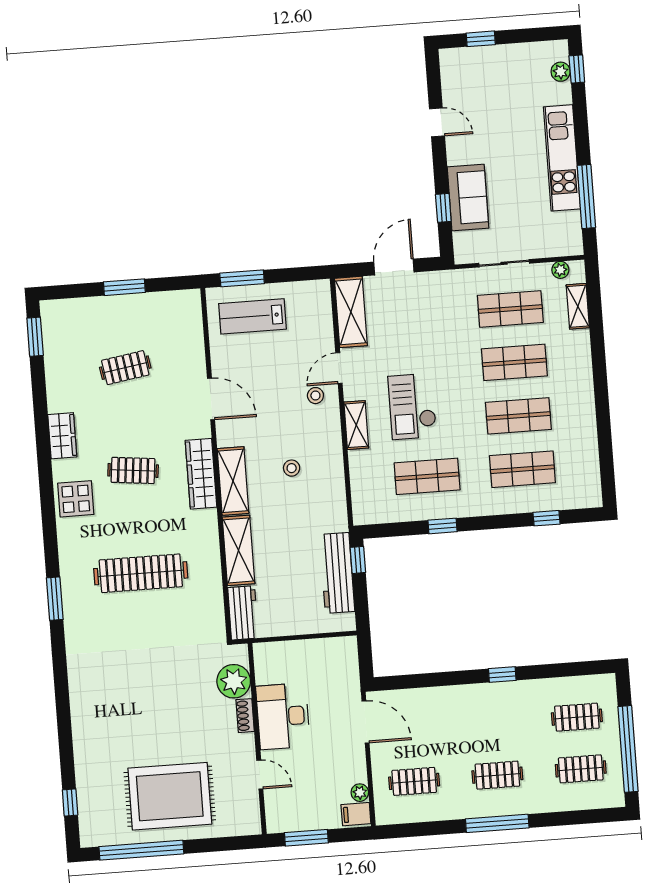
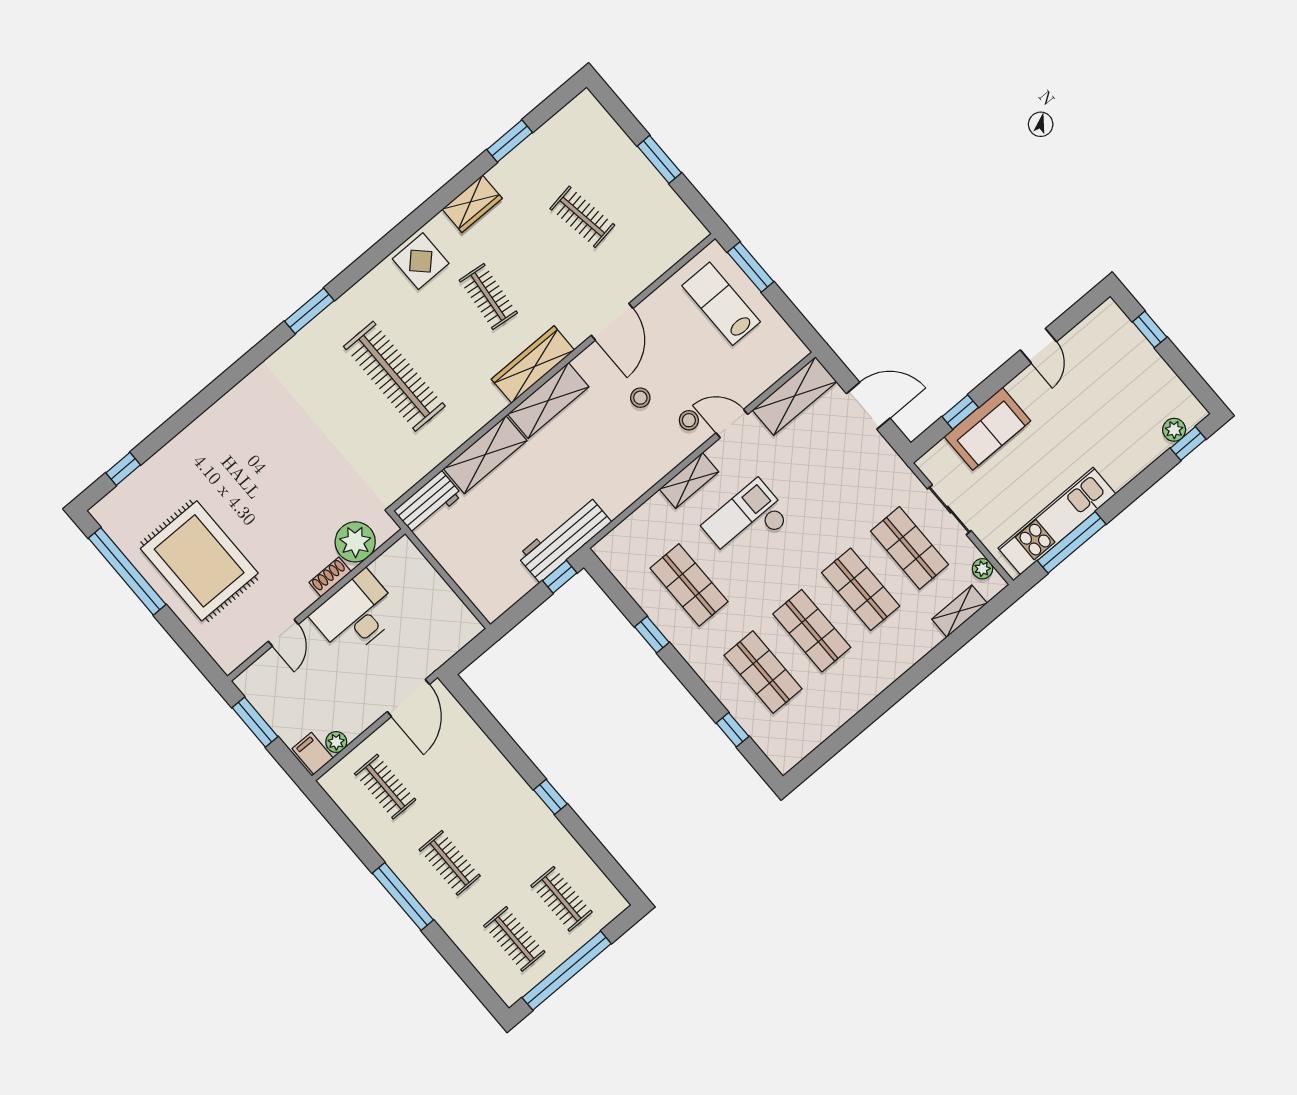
kitchen unit: (562, 158) -> (1057, 521), moved
window: (35, 337) -> (510, 141), moved
stool: (292, 468) -> (640, 398), moved
workbench: (337, 573) -> (564, 539), moved

